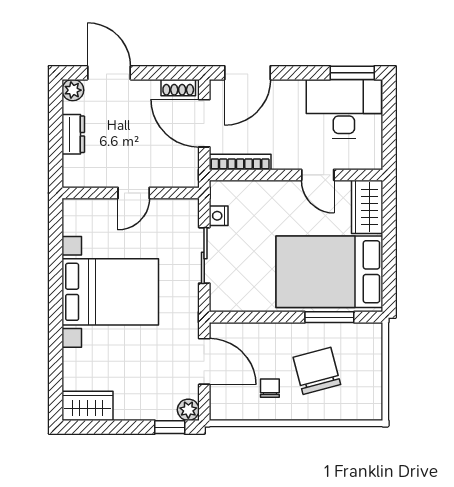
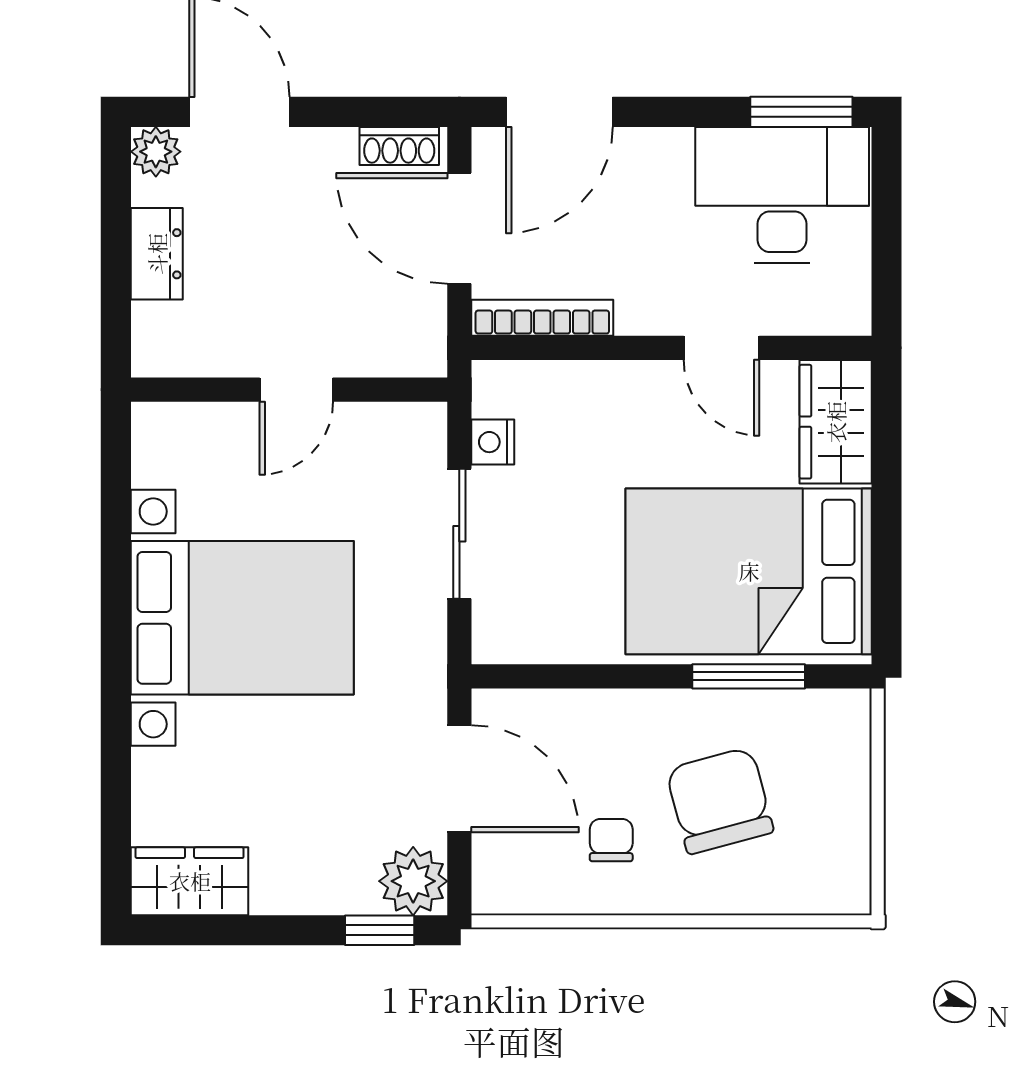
plant: (188, 410) -> (413, 881), width x1.38, depth x1.38

